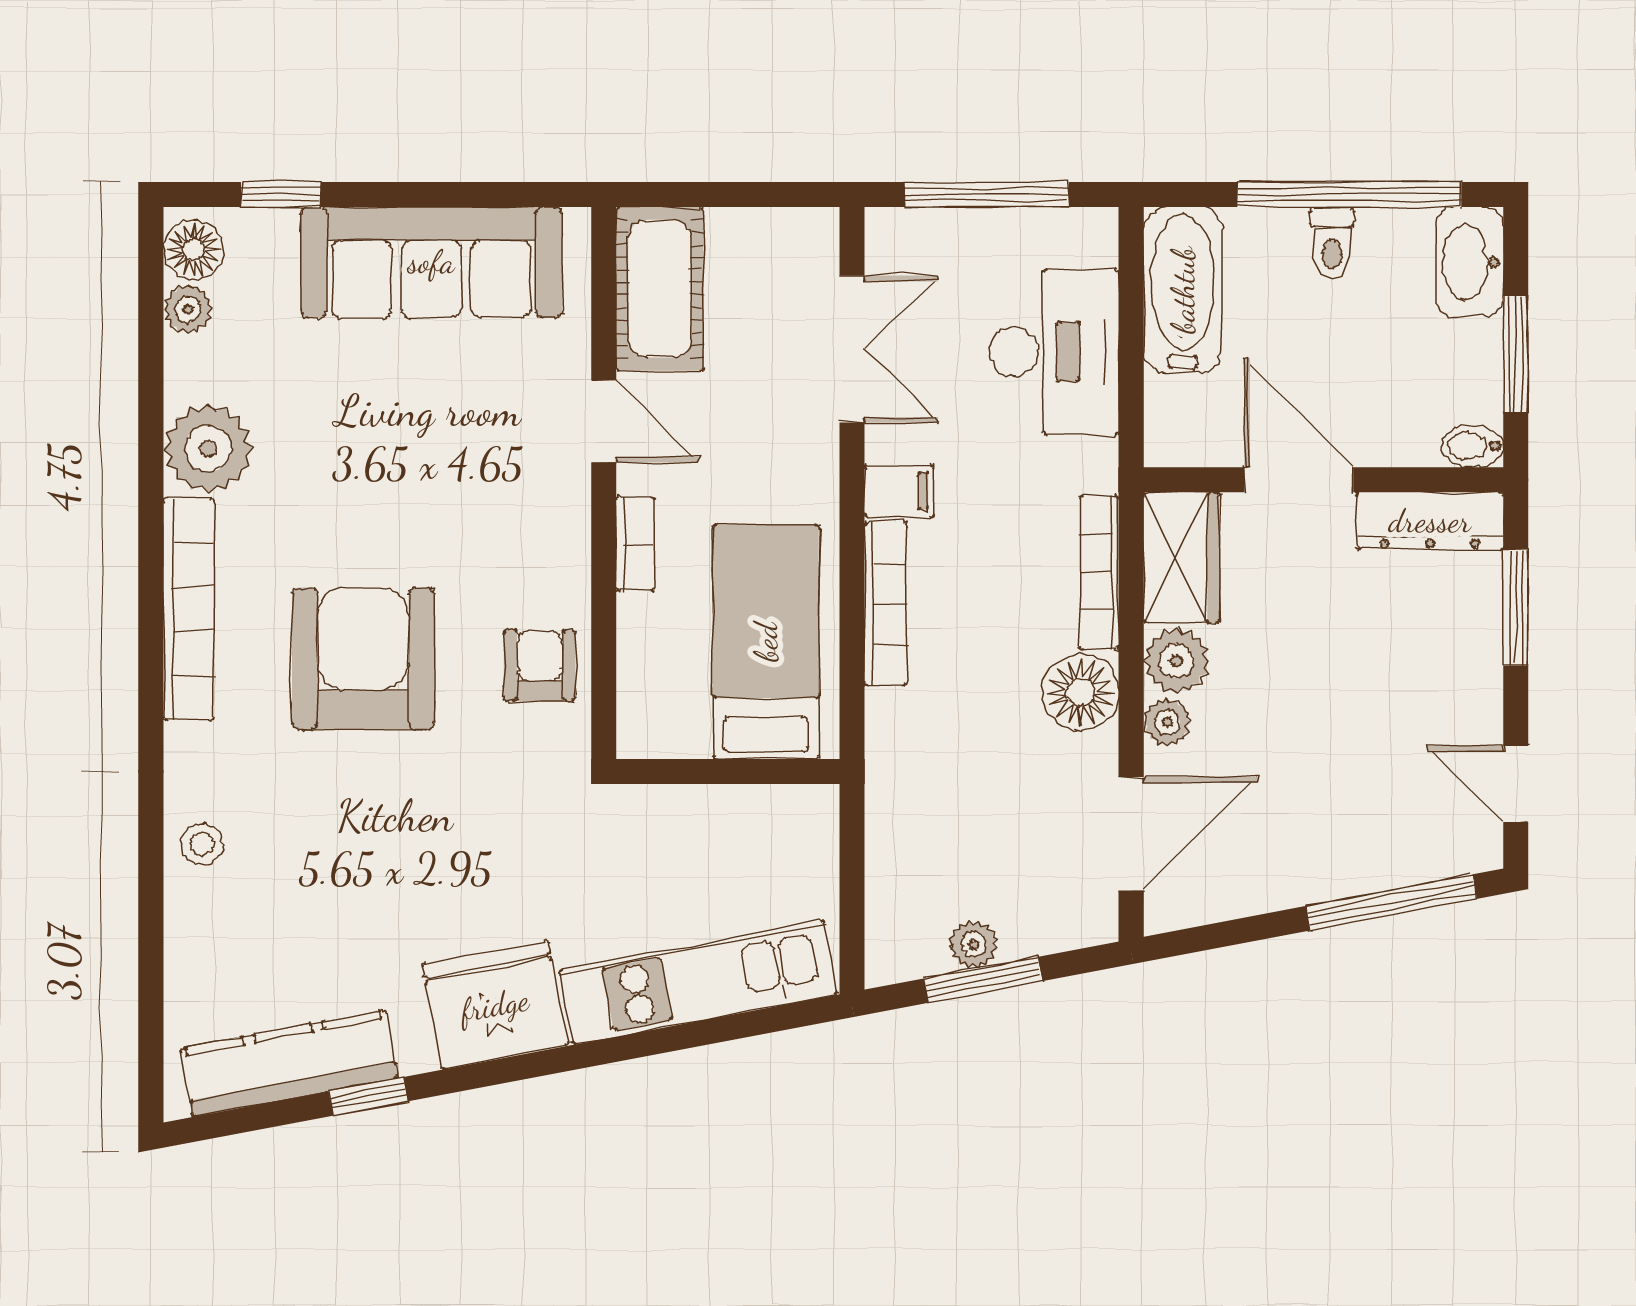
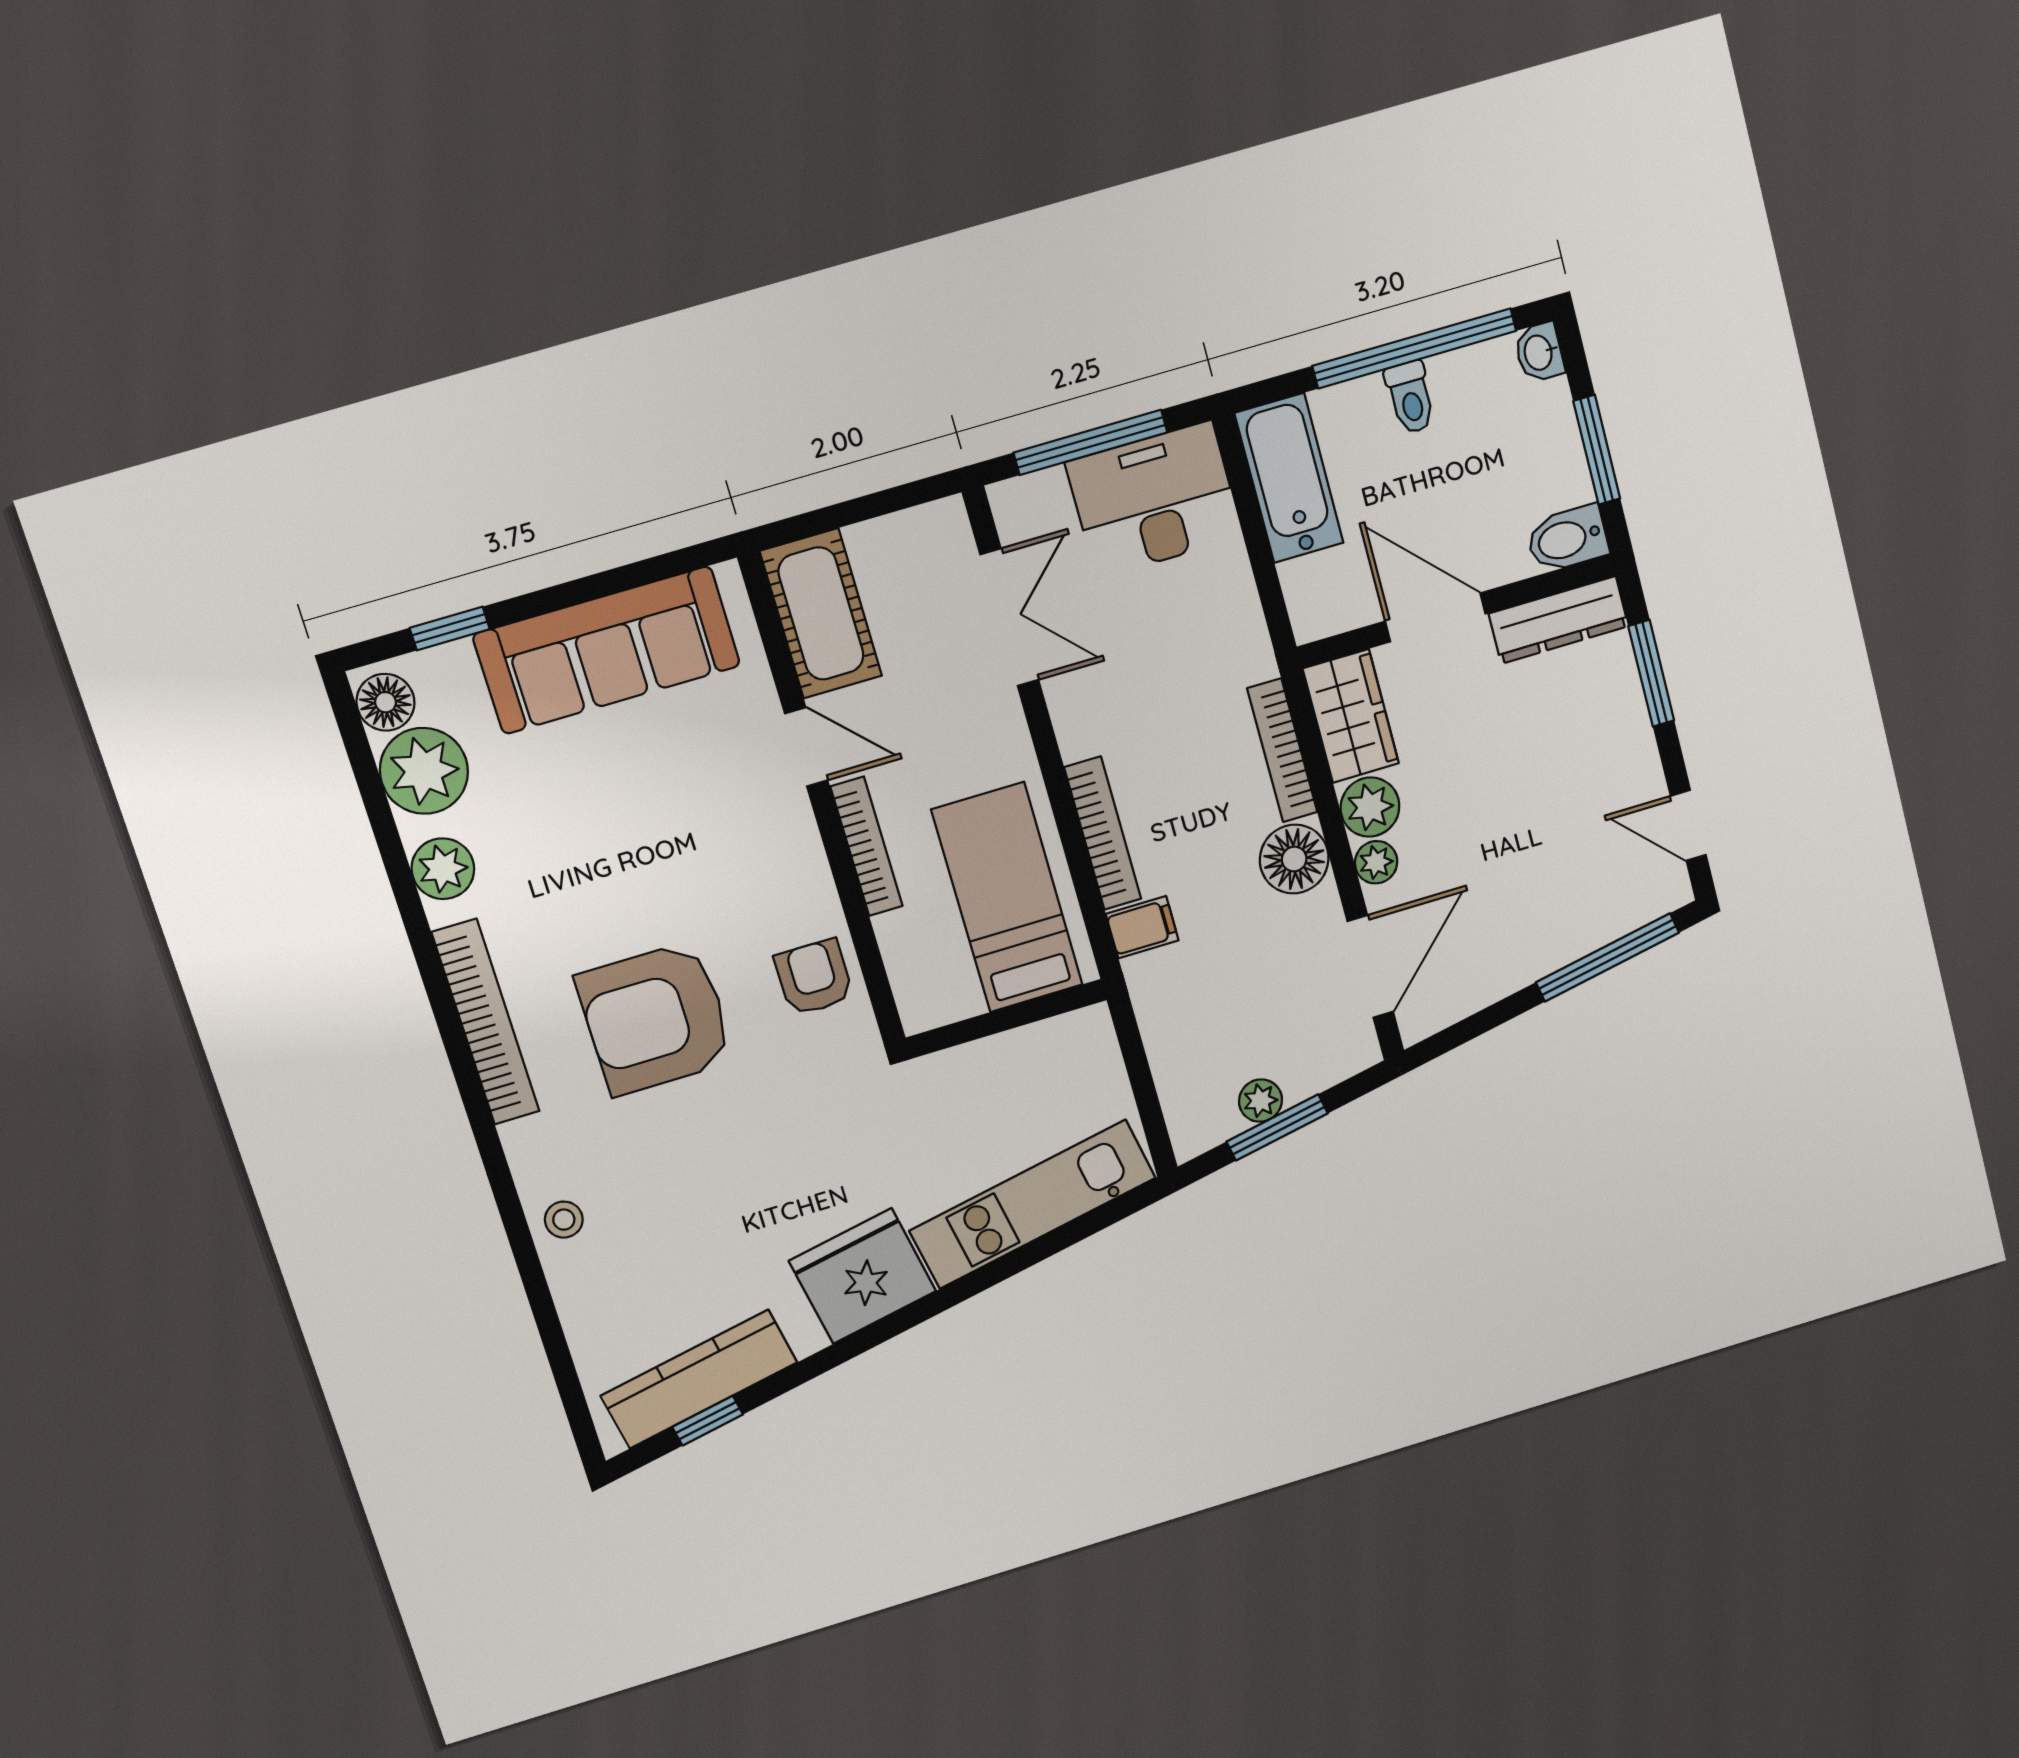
washbasin: (1470, 262) -> (1539, 352), width x0.52, depth x0.69
plant: (188, 309) -> (424, 771), width x1.88, depth x1.88
desk: (1054, 352) -> (1154, 500), moved, turned -90
bidet: (1472, 446) -> (1567, 539), width x1.38, depth x1.36
plant: (208, 449) -> (443, 869), width x0.73, depth x0.73
filing cabinet: (899, 491) -> (1142, 927), moved
bookcase: (635, 544) -> (866, 846), width x1.56
armchair: (363, 659) -> (655, 1018), turned -90
window: (368, 1096) -> (708, 1421), moved

